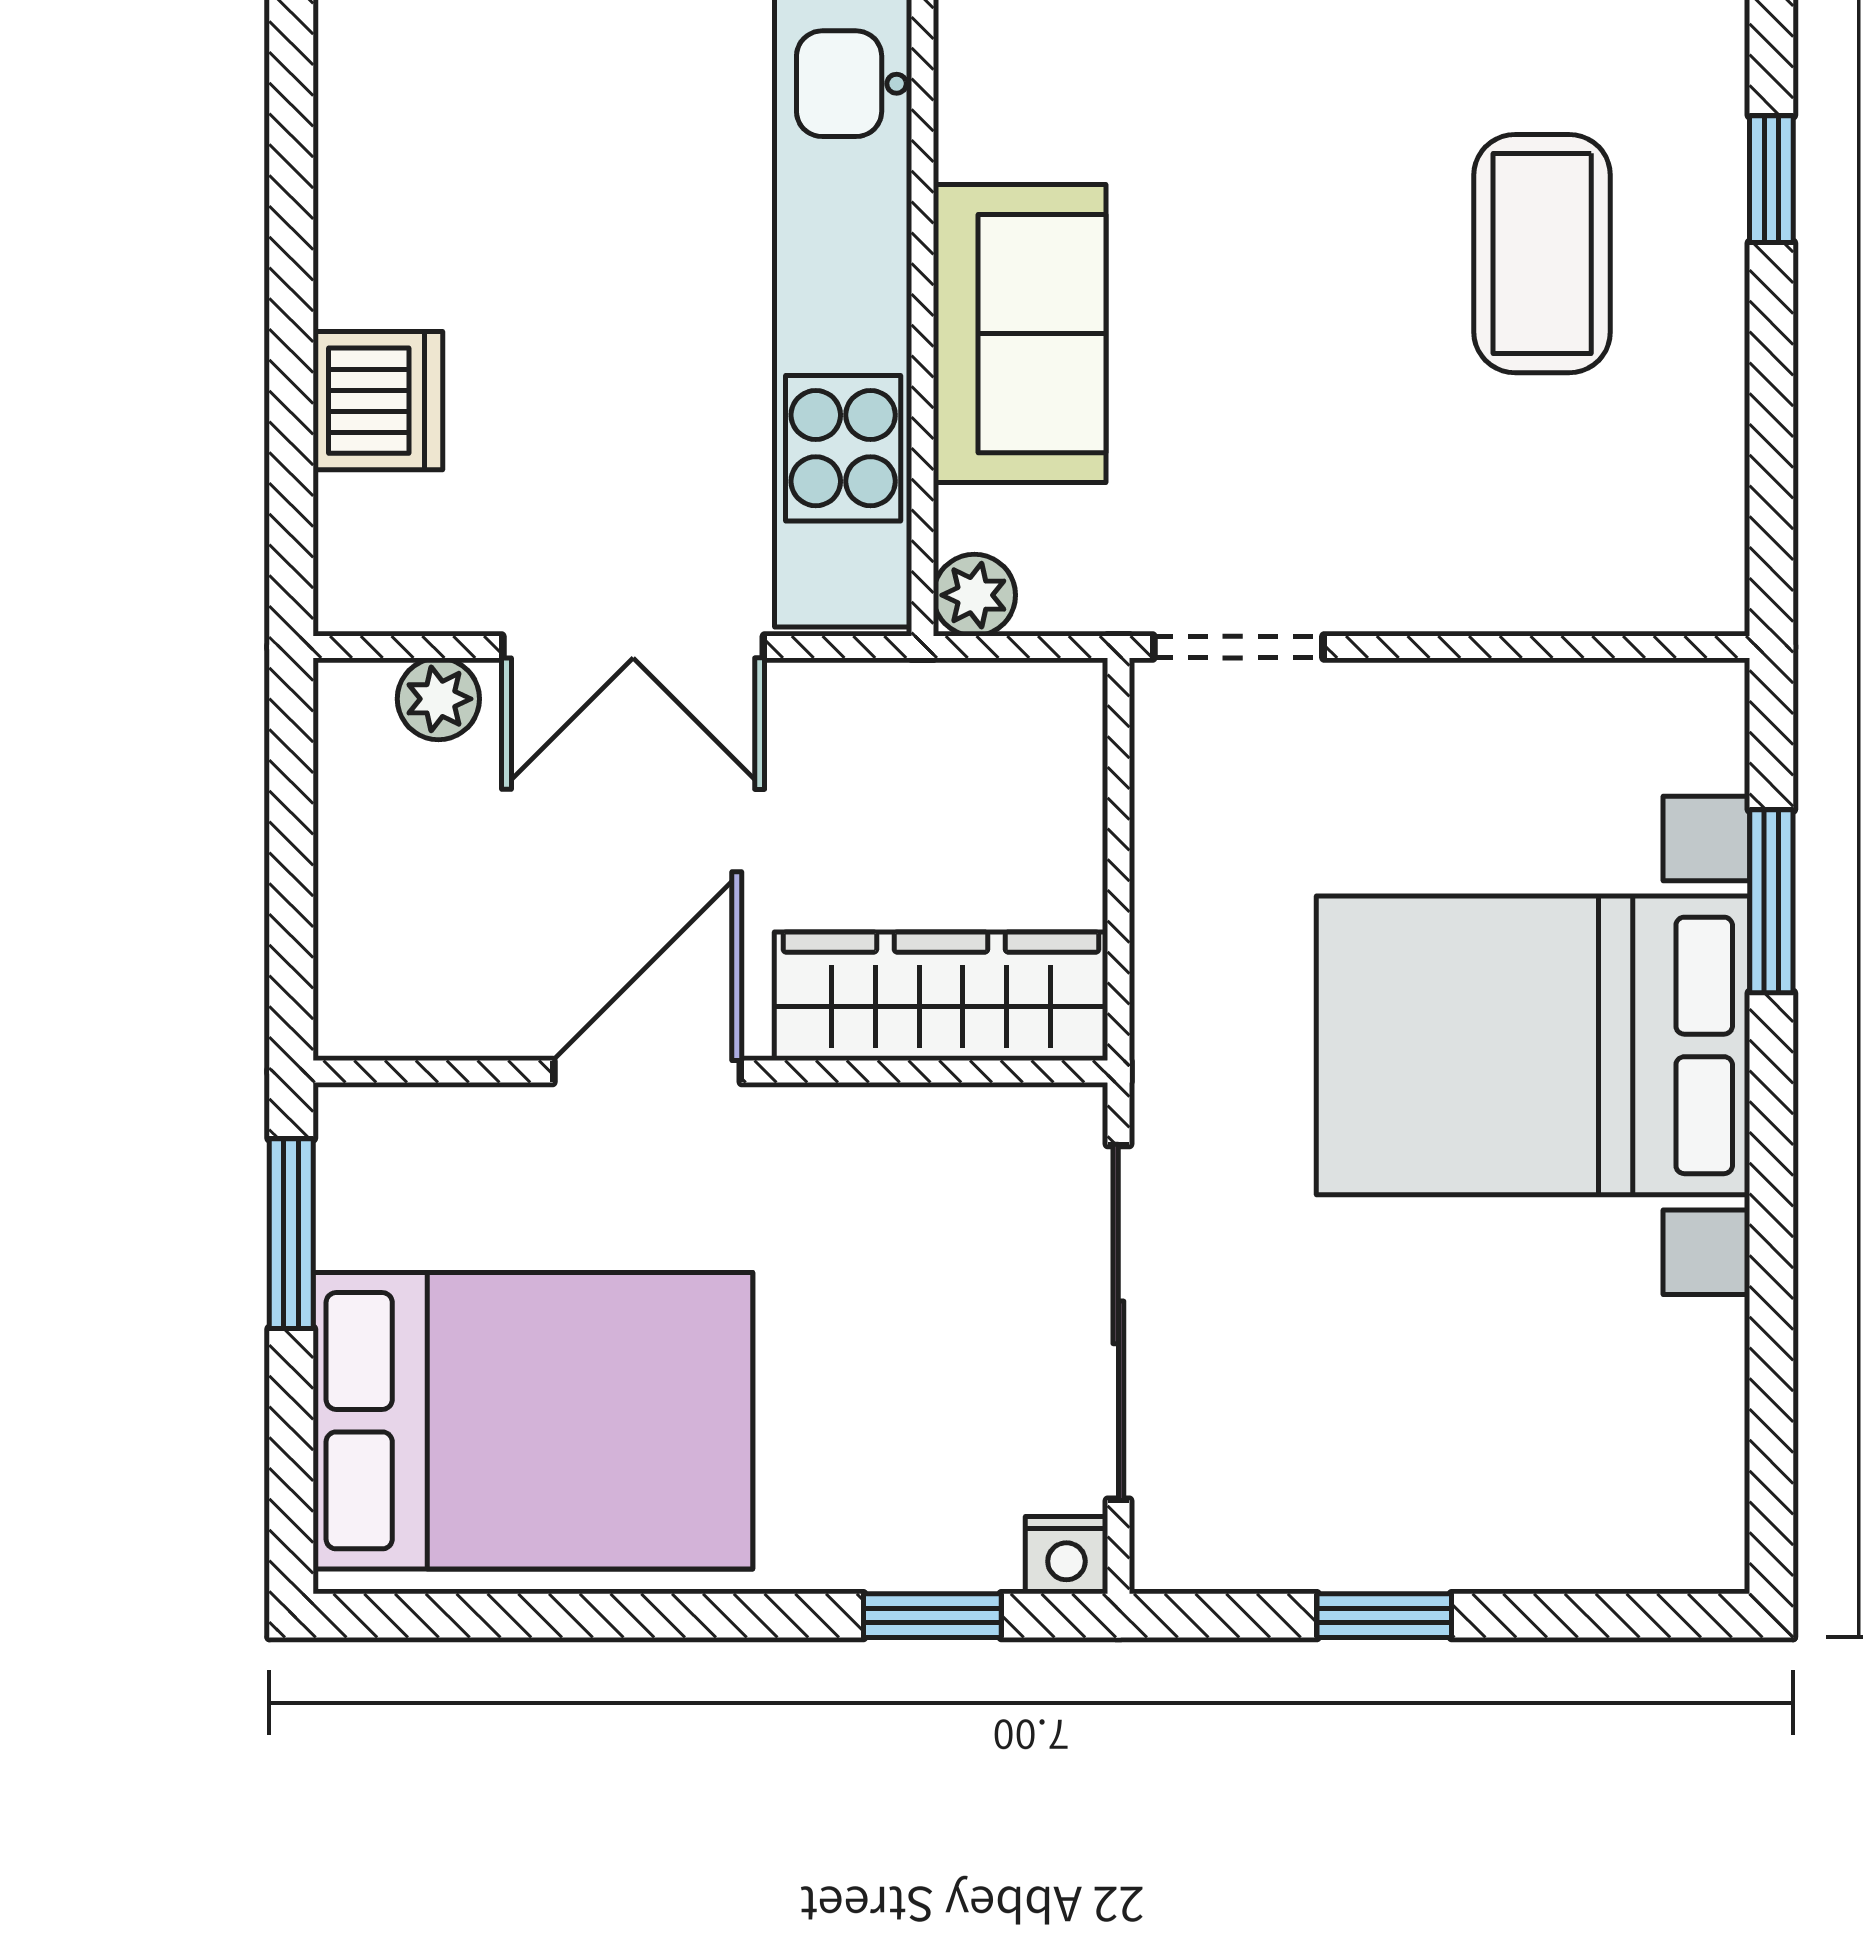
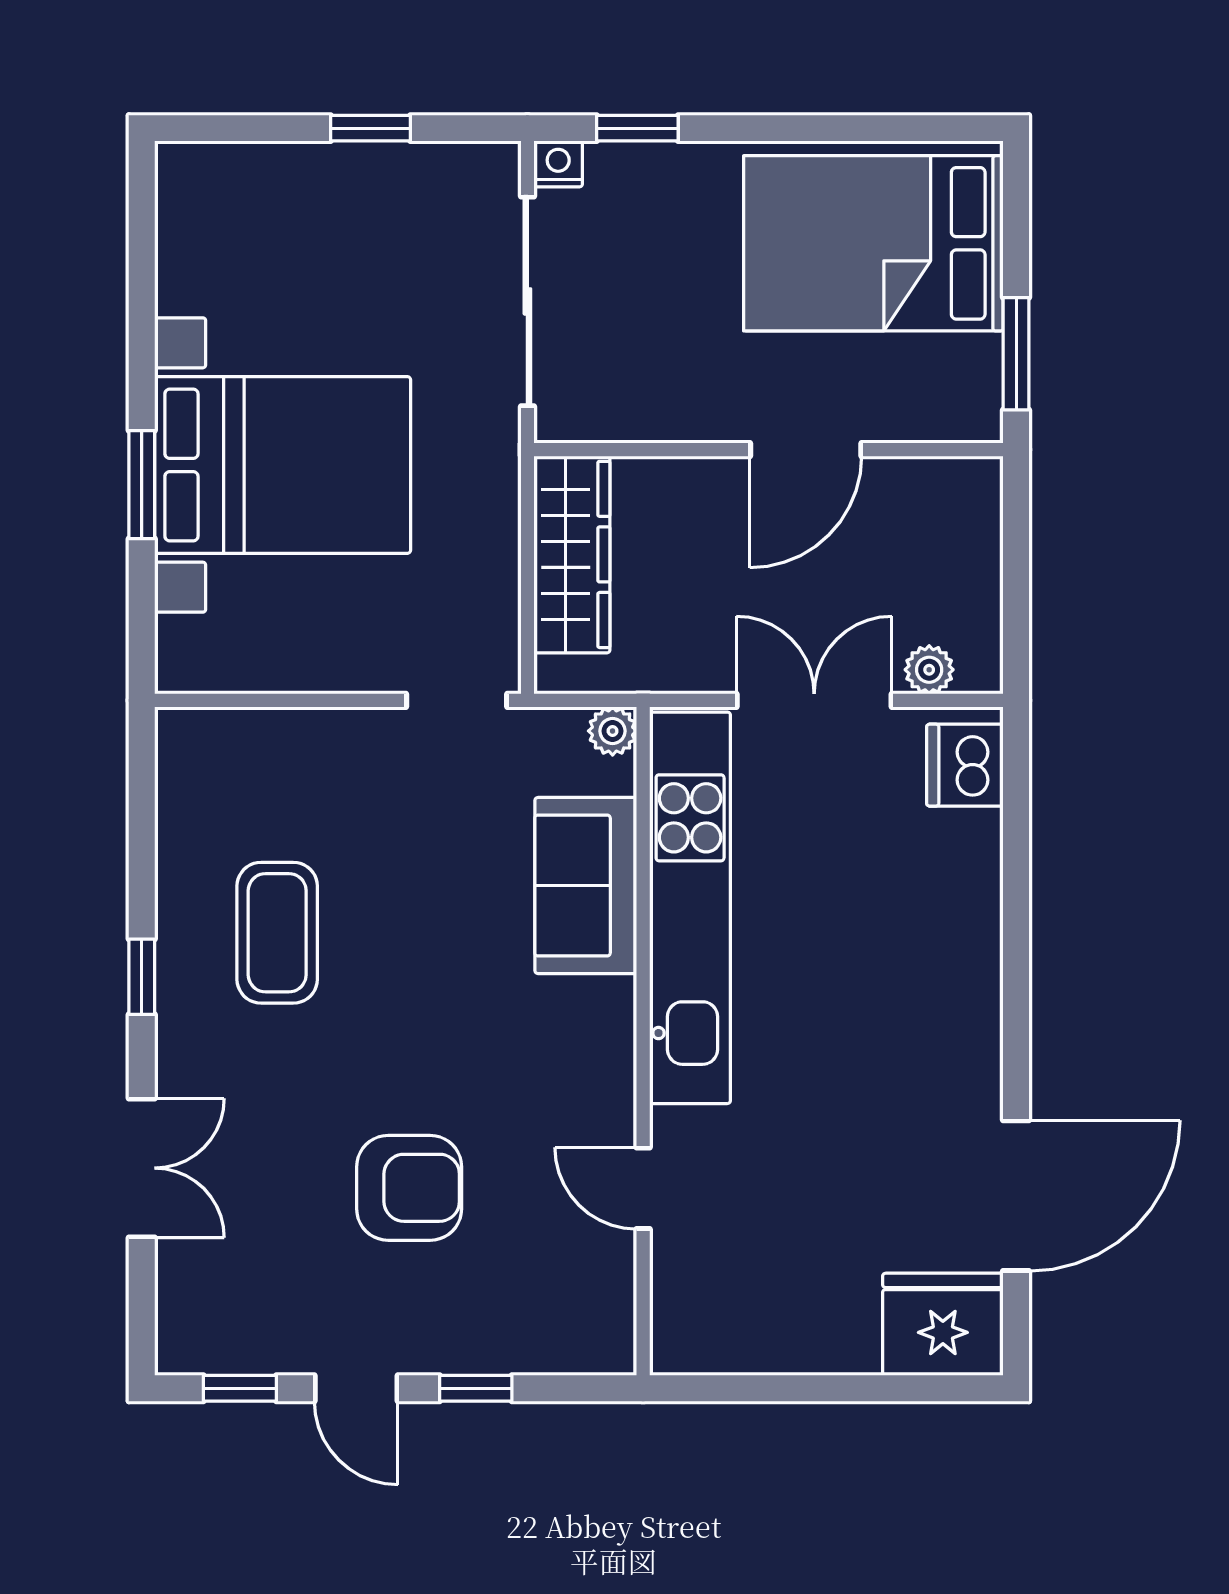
dishwasher: (378, 401) -> (965, 765), moved
window: (1771, 901) -> (142, 485), moved
wardrobe: (941, 996) -> (572, 554), moved, turned -90

